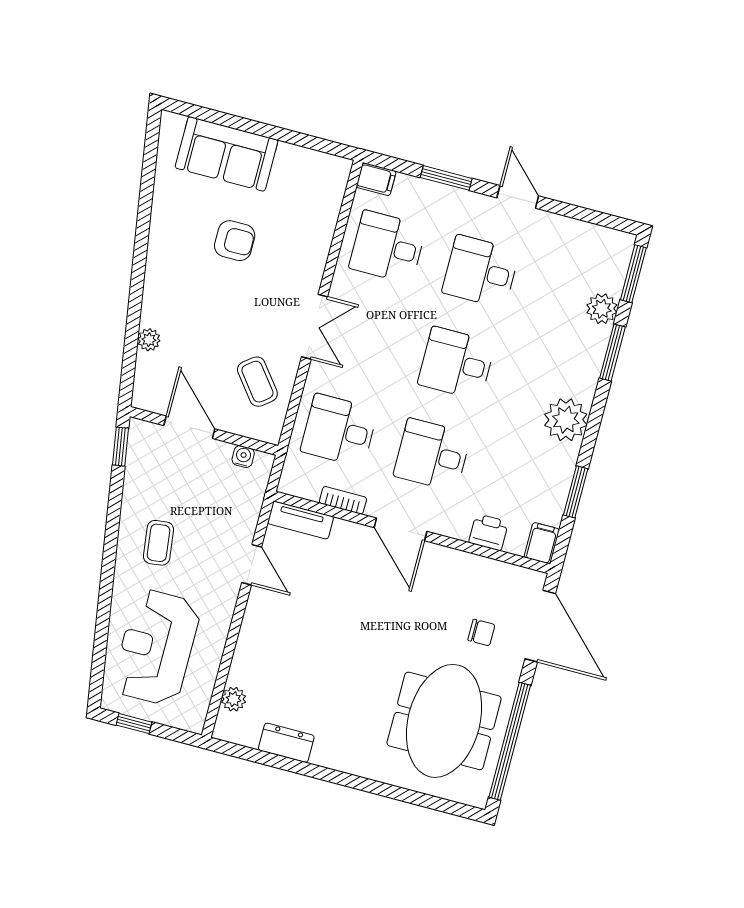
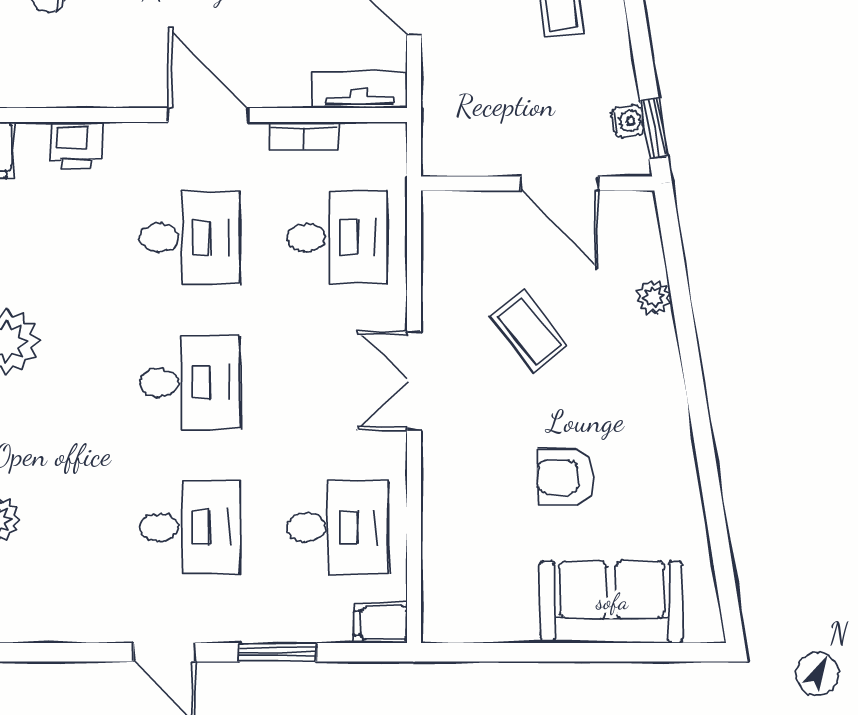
coffee table: (257, 382) -> (529, 330), moved
water cooler: (243, 457) -> (628, 121), moved, turned -99

